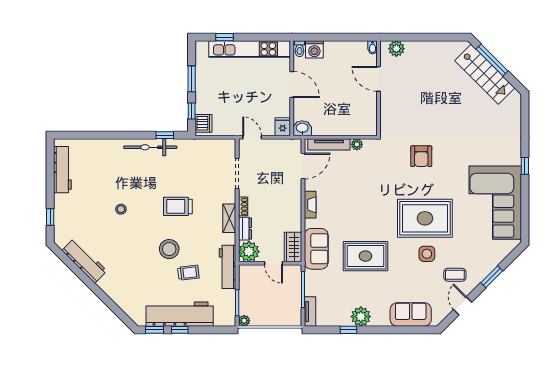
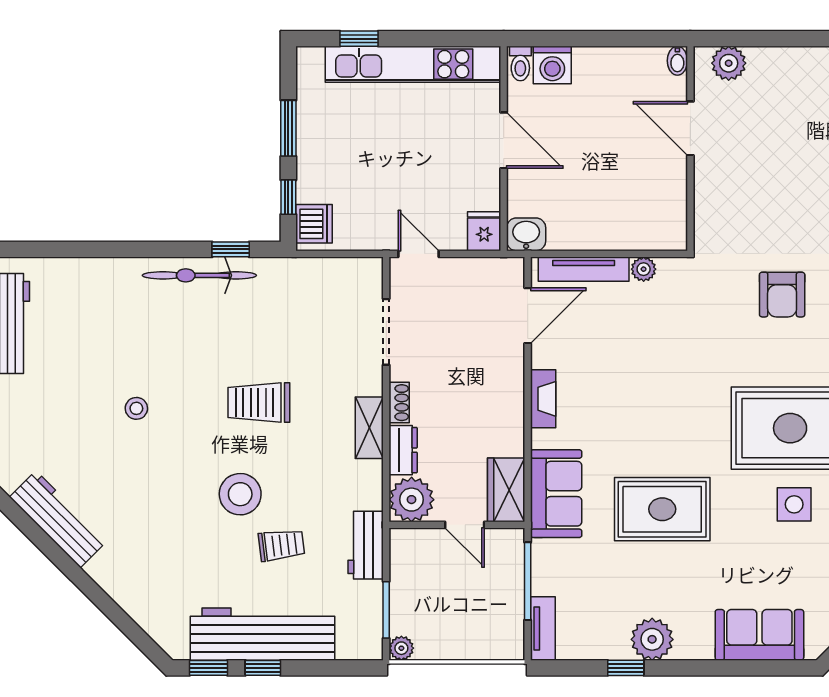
workbench: (228, 267) -> (366, 545), width x0.73

